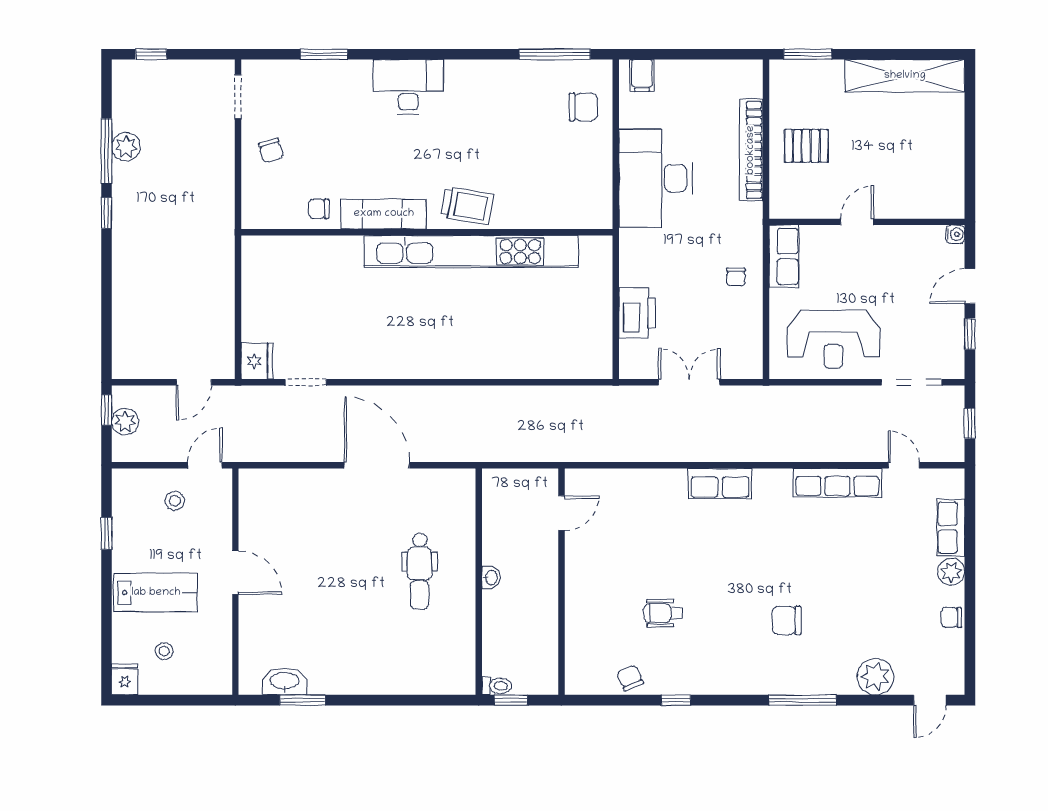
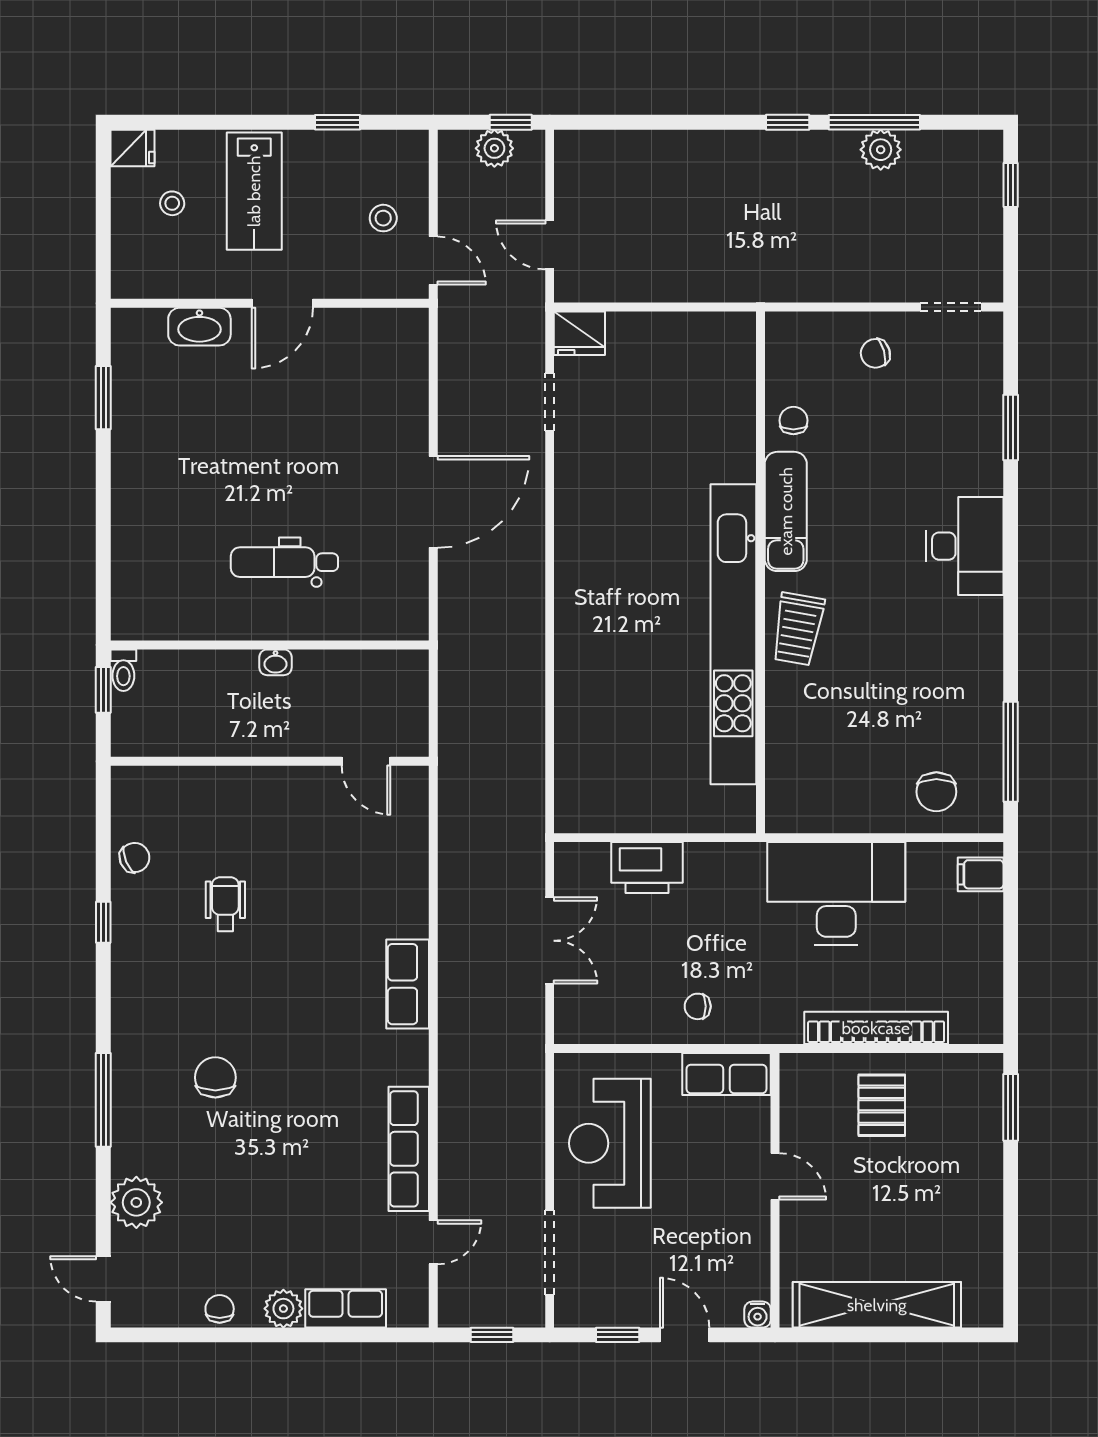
shelving: (905, 76) -> (877, 1305), moved, turned 90
washbasin: (285, 681) -> (199, 327), moved, turned 90

